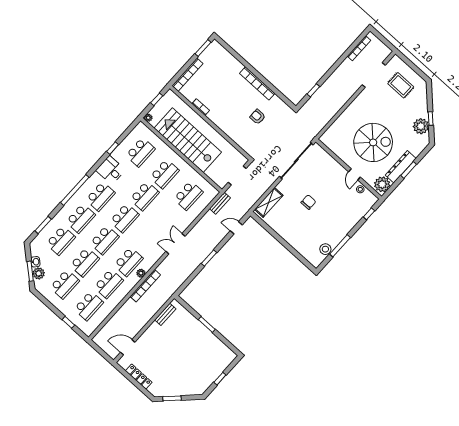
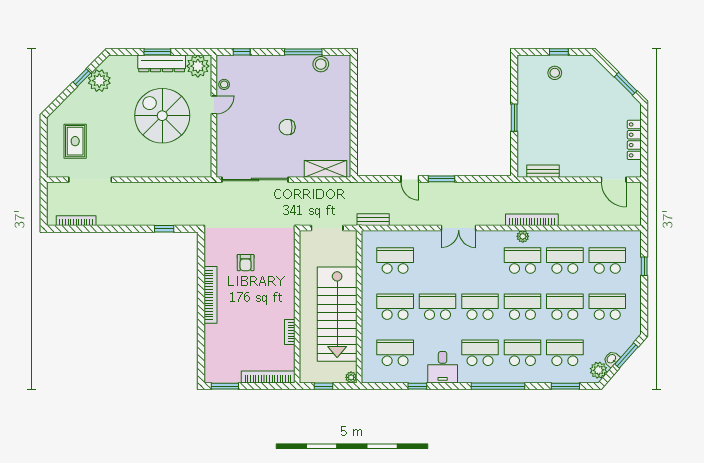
door: (236, 228) -> (410, 179), moved
plant: (39, 273) -> (598, 370), moved
stool: (211, 367) -> (555, 73), added

